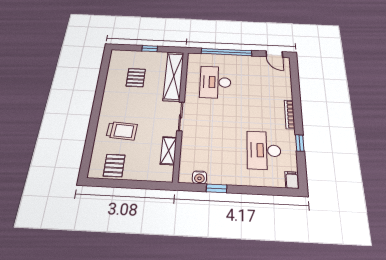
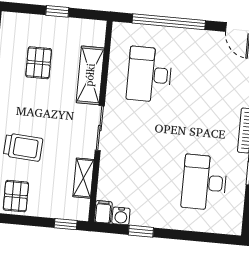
shelving: (174, 76) -> (90, 75), width x0.68
filing cabinet: (292, 180) -> (103, 212), moved
window: (154, 185) -> (66, 224), added

